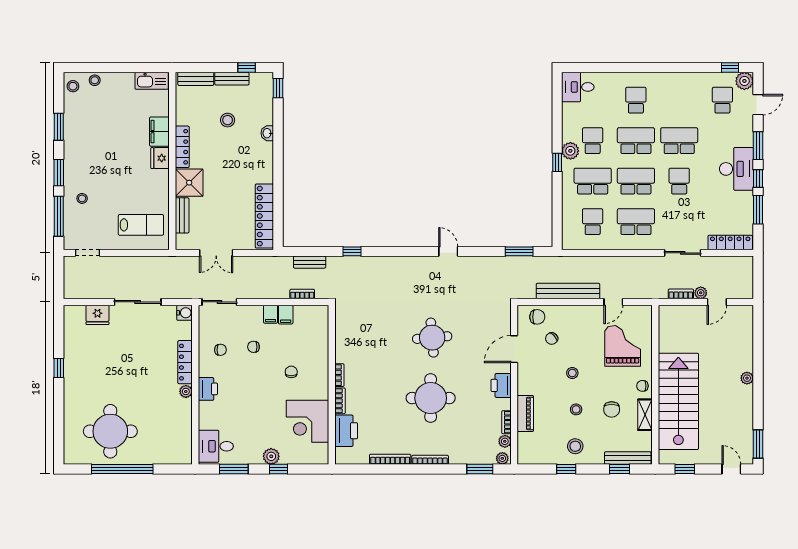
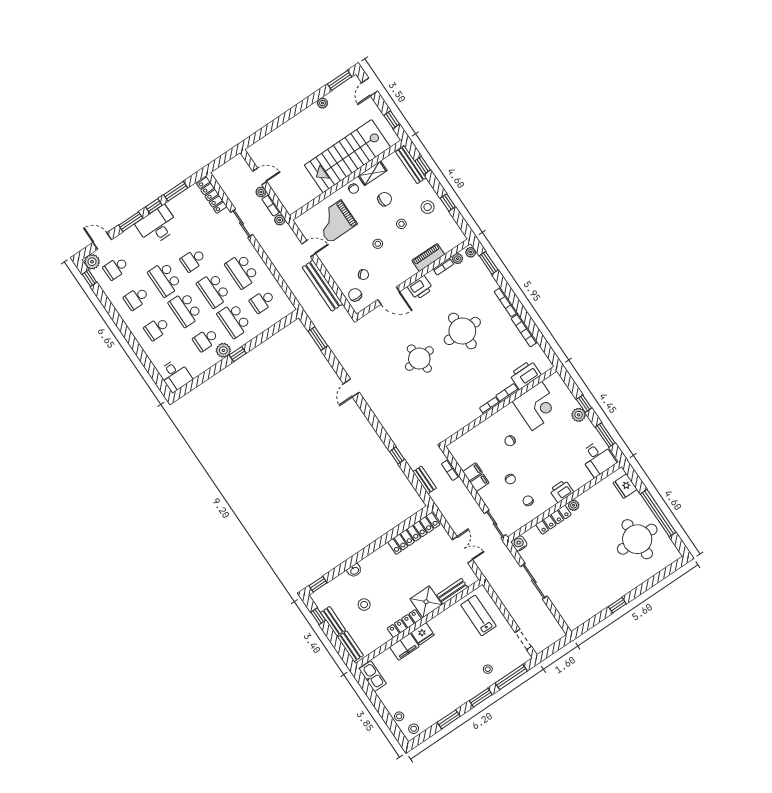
school desk: (679, 100) -> (136, 298), added
plant: (661, 293) -> (280, 220), added
fridge: (97, 315) -> (625, 486), moved, turned 180
plant: (747, 378) -> (322, 103), moved

